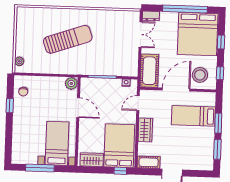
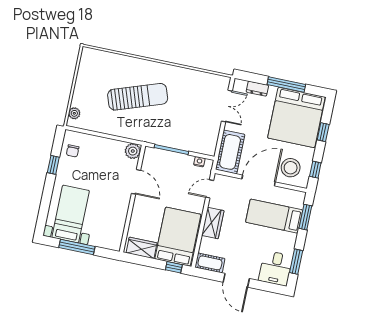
window: (185, 9) -> (286, 84), width x0.68
dresser: (151, 16) -> (257, 89), moved
window: (218, 123) -> (305, 217), moved
bed with nightstands: (57, 143) -> (71, 214), moved
desk: (202, 157) -> (276, 268), added

